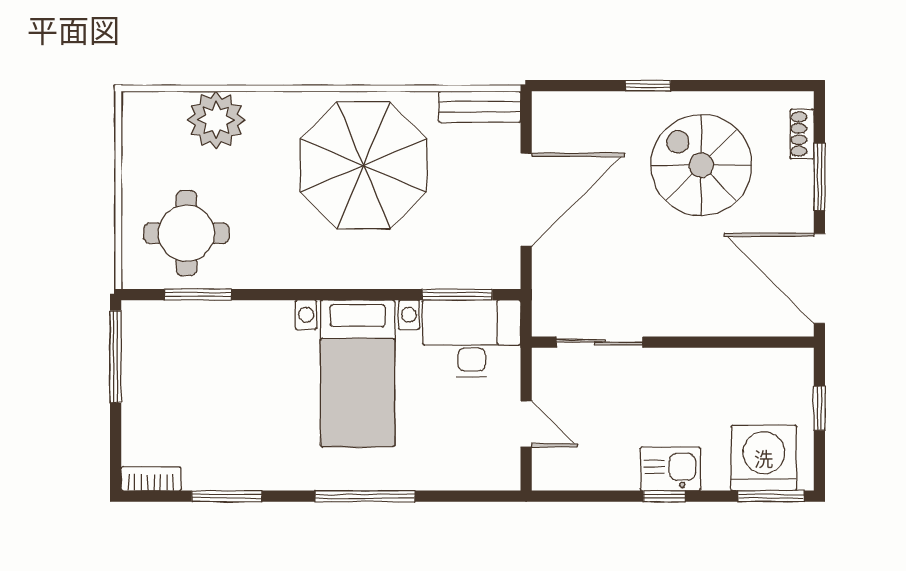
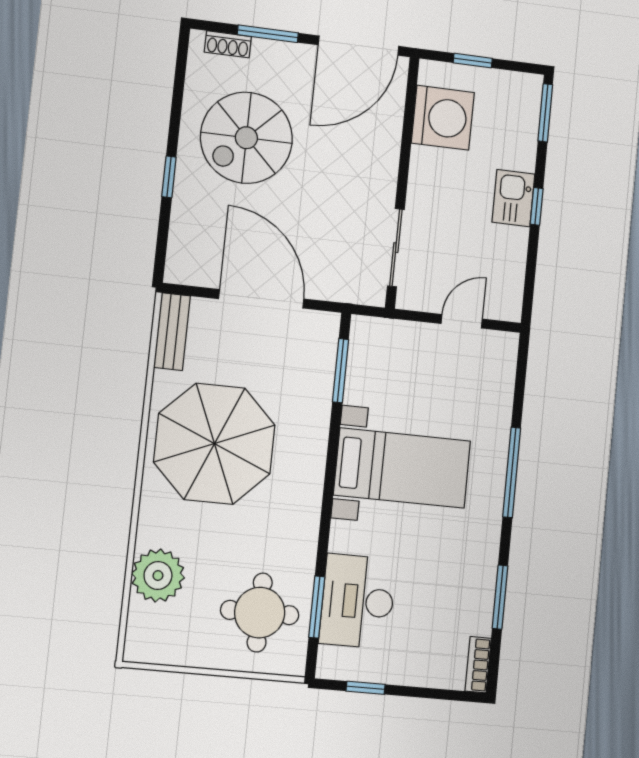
desk: (472, 339) -> (358, 601), moved
window: (116, 357) -> (366, 688), width x0.46
washing machine: (764, 458) -> (443, 118), moved, turned 180

